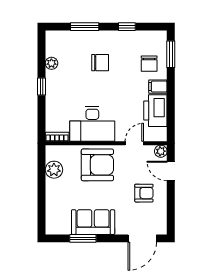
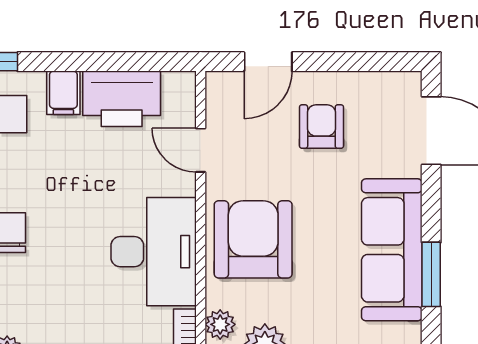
plant: (161, 151) -> (220, 324), moved
sofa: (93, 222) -> (392, 250), width x1.36

